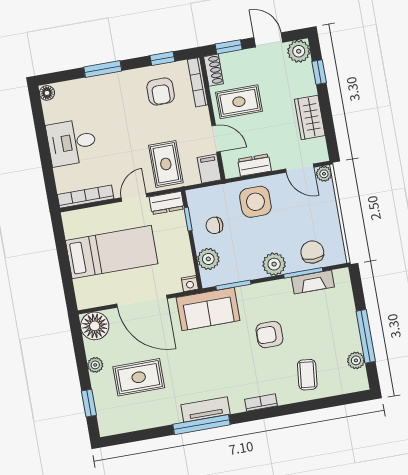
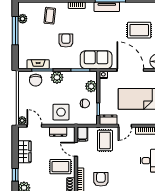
armchair: (269, 335) -> (66, 41), turned -90

